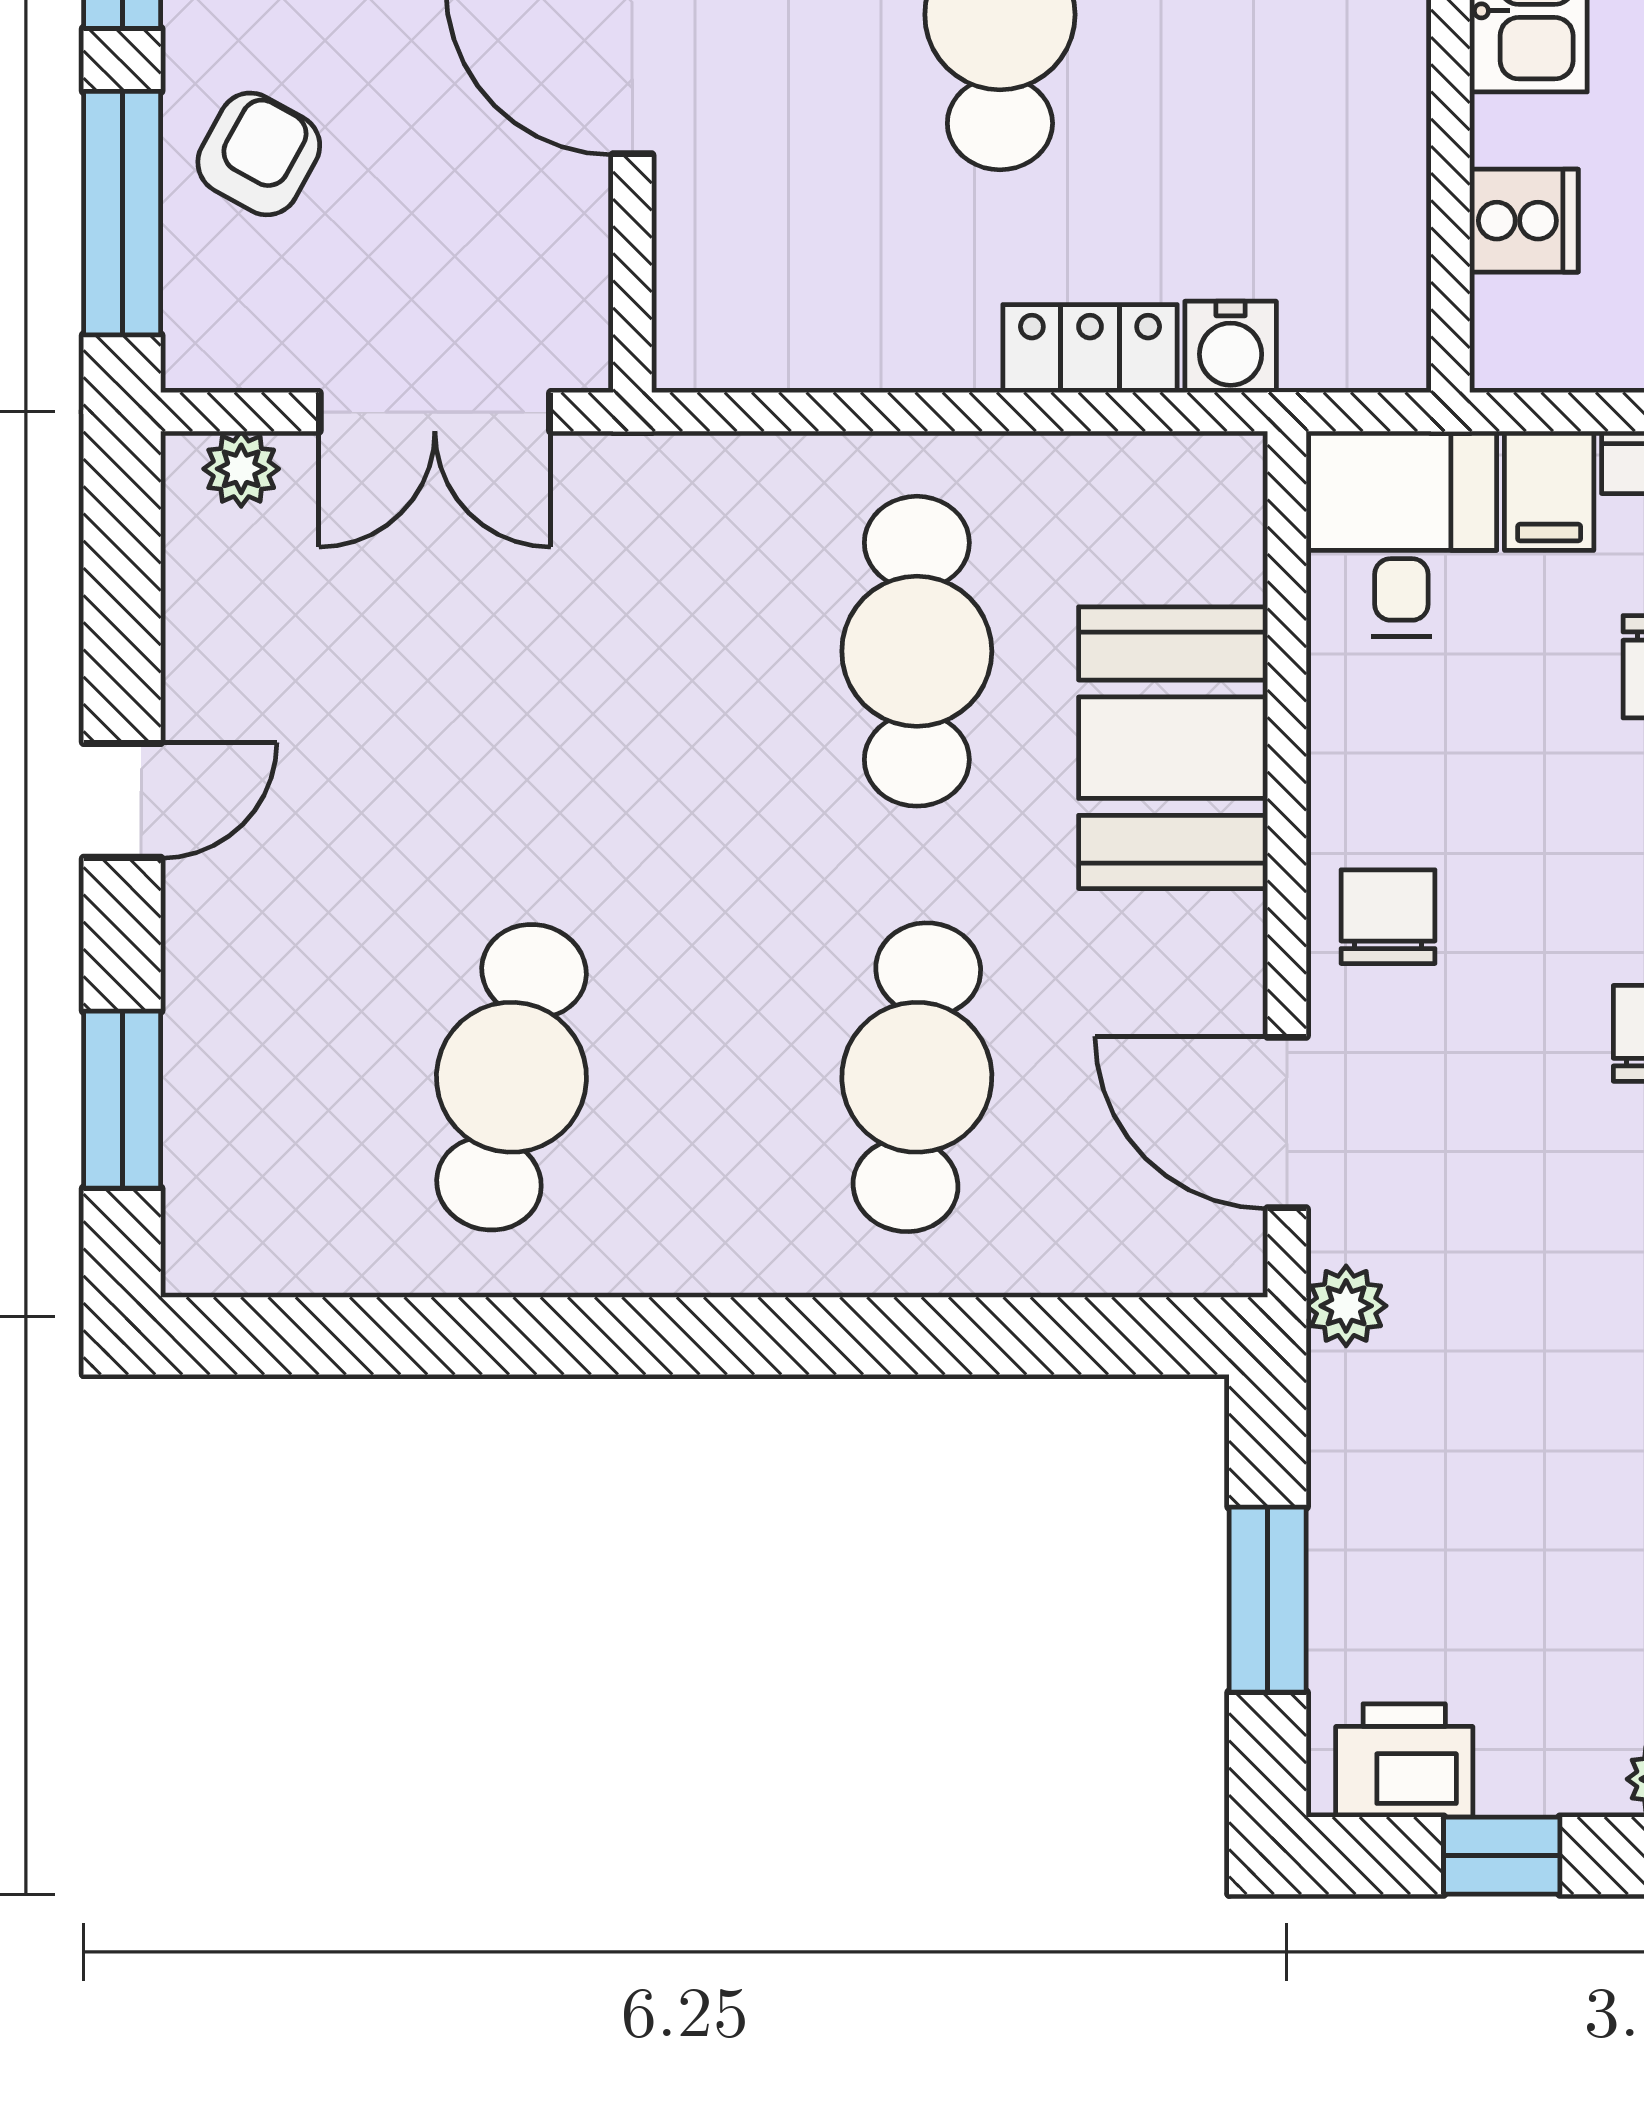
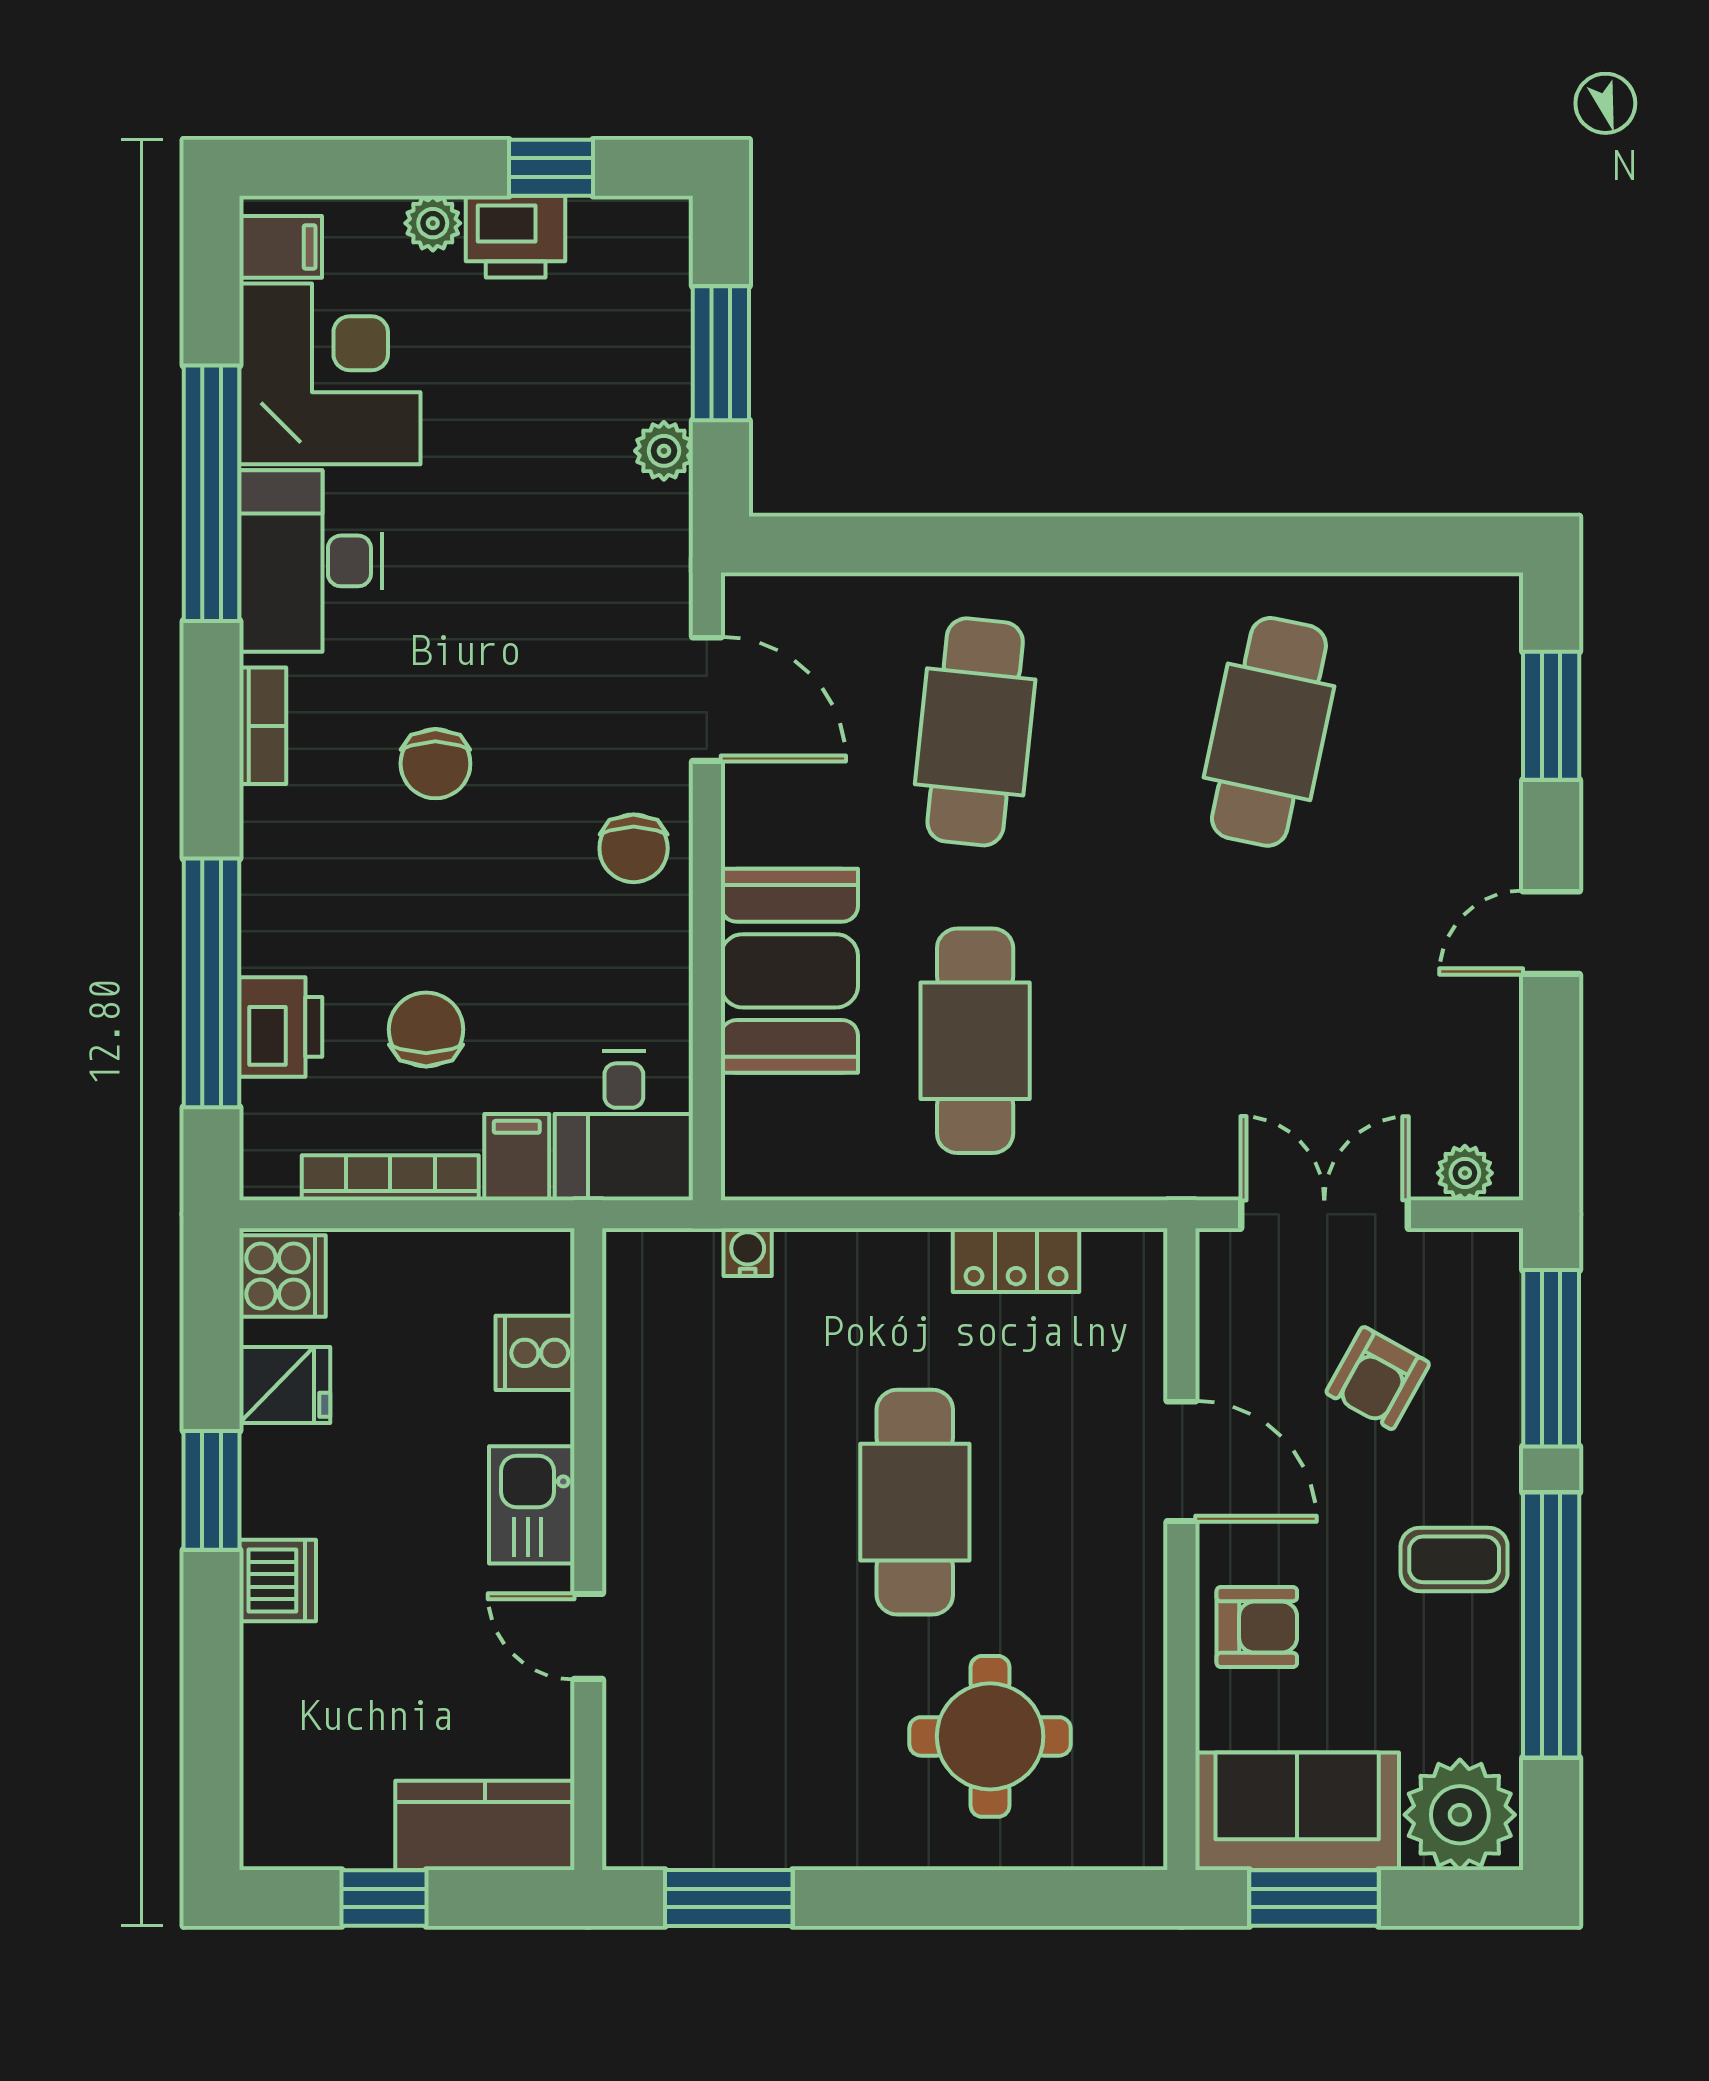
armchair: (259, 154) -> (1378, 1378), moved
water cooler: (1231, 347) -> (748, 1252), width x0.72, depth x0.72
locker: (1090, 349) -> (1016, 1260), moved
plant: (1346, 1306) -> (664, 451), moved
printer: (1404, 1760) -> (516, 237), moved

